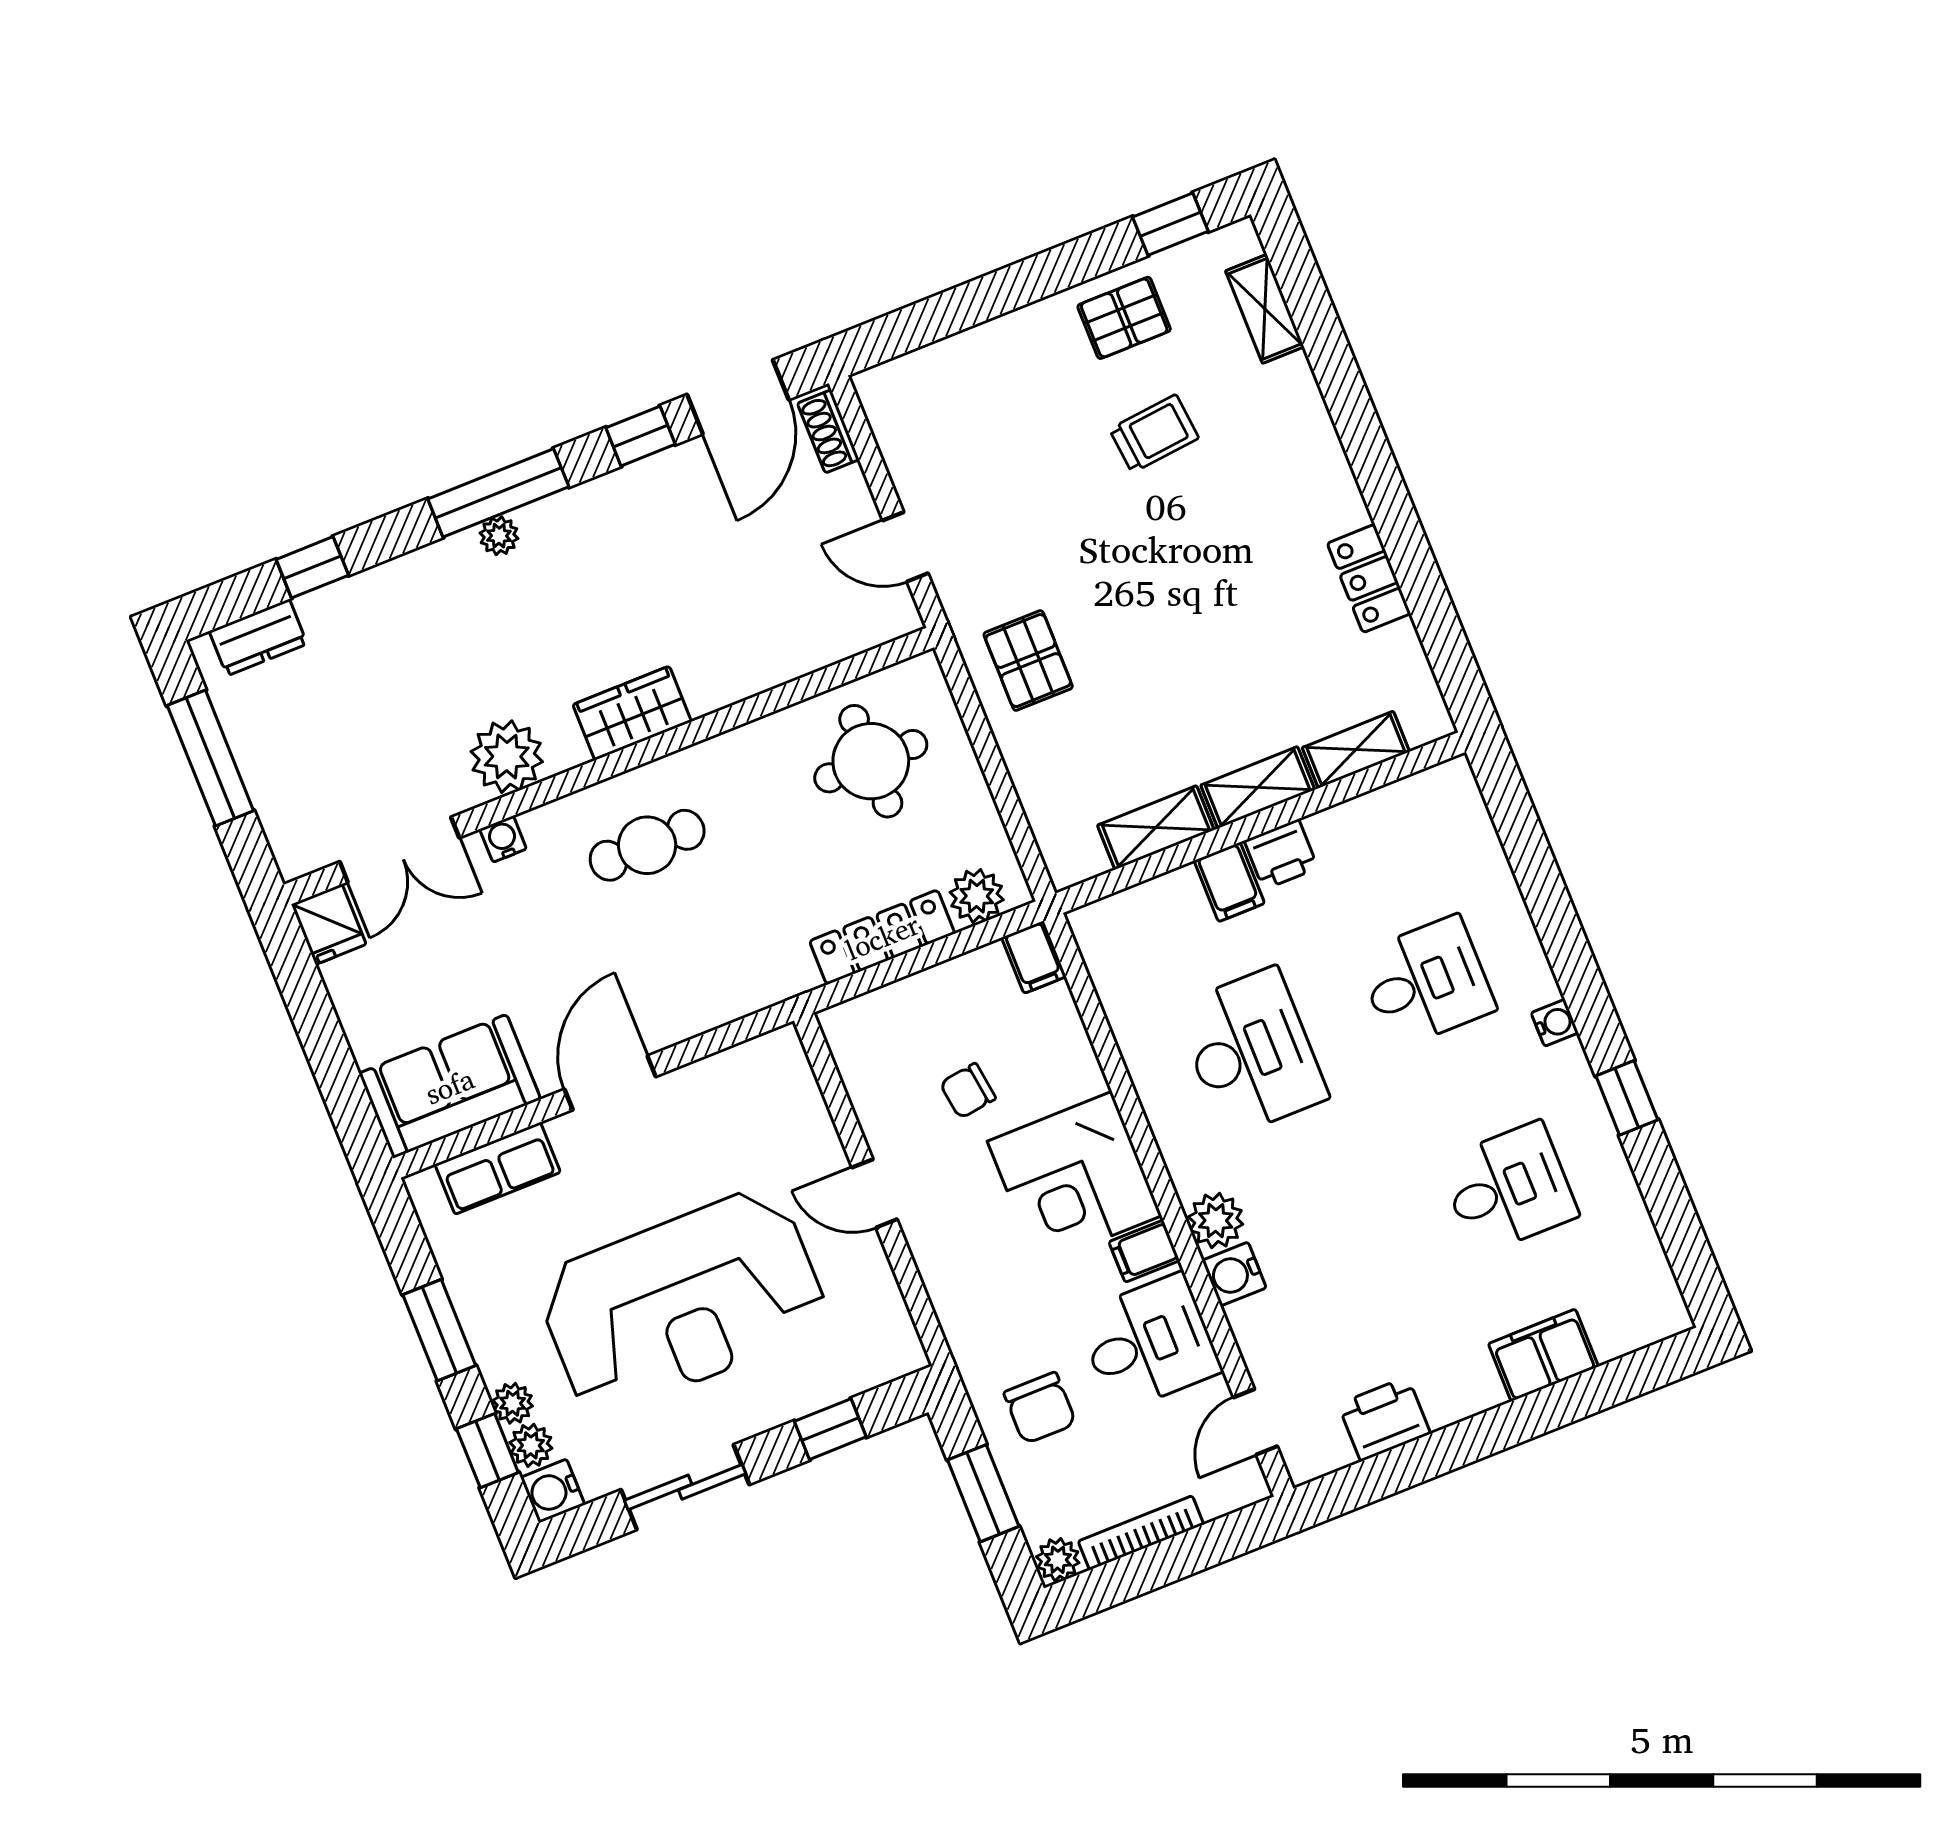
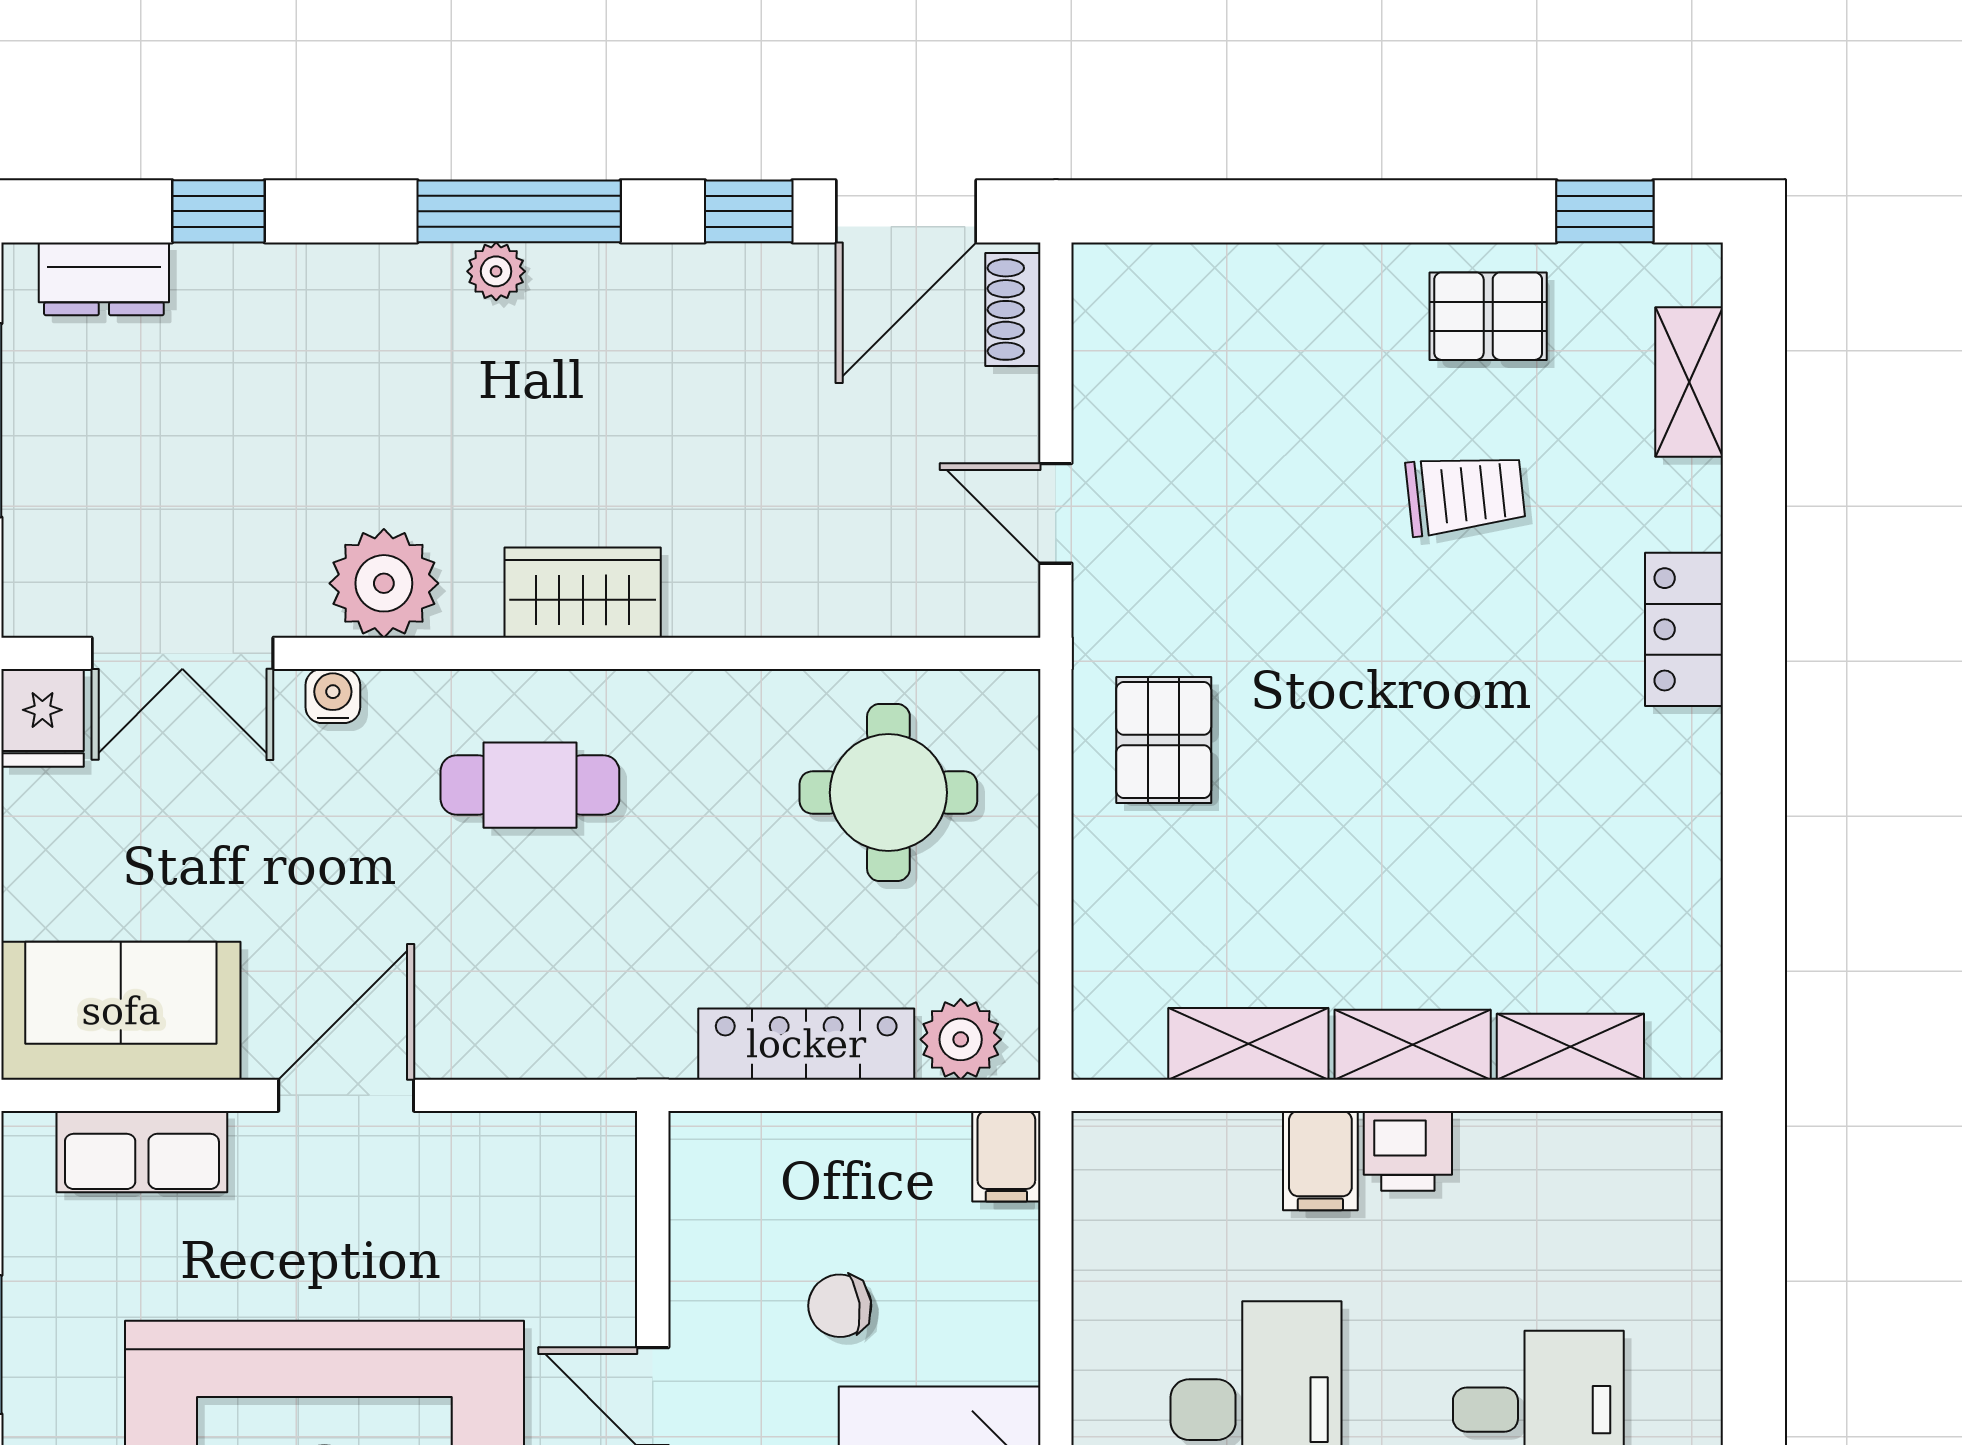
locker: (1369, 578) -> (1684, 629), moved

